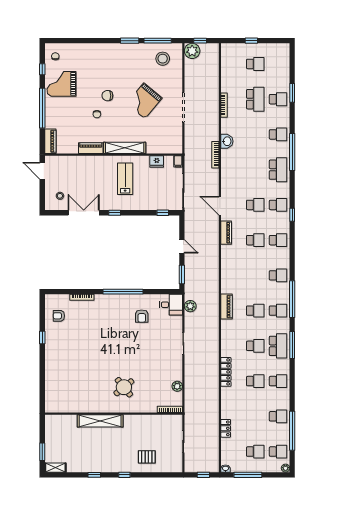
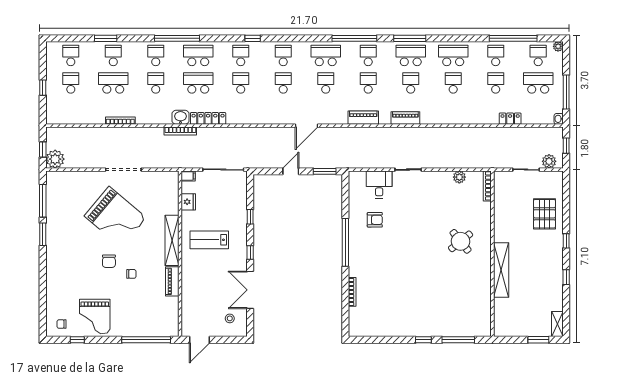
stool: (163, 59) -> (64, 195), removed
school desk: (278, 64) -> (71, 55), added
grand piano: (144, 101) -> (115, 217), width x1.37, depth x1.48
window: (42, 108) -> (146, 340), moved
school desk: (255, 134) -> (156, 83), added
piano: (50, 141) -> (164, 330), removed
washbasin: (227, 141) -> (180, 117), moved
school desk: (255, 170) -> (198, 83), added
door: (220, 206) -> (307, 126), moved
window: (163, 213) -> (250, 217), moved
piano: (226, 233) -> (405, 118), moved
school desk: (255, 275) -> (326, 83), added
school desk: (278, 275) -> (326, 55), width x1.85
desk: (171, 305) -> (379, 184), moved
plant: (190, 306) -> (549, 161), moved
armchair: (59, 316) -> (374, 320), removed
window: (42, 337) -> (423, 340), moved
locker: (226, 372) -> (208, 118), moved
school desk: (278, 381) -> (453, 55), width x1.85
window: (42, 385) -> (458, 340), added
school desk: (255, 416) -> (496, 83), added
school desk: (255, 452) -> (538, 83), width x1.85
pallet: (147, 457) -> (544, 214), width x1.50, depth x1.42

